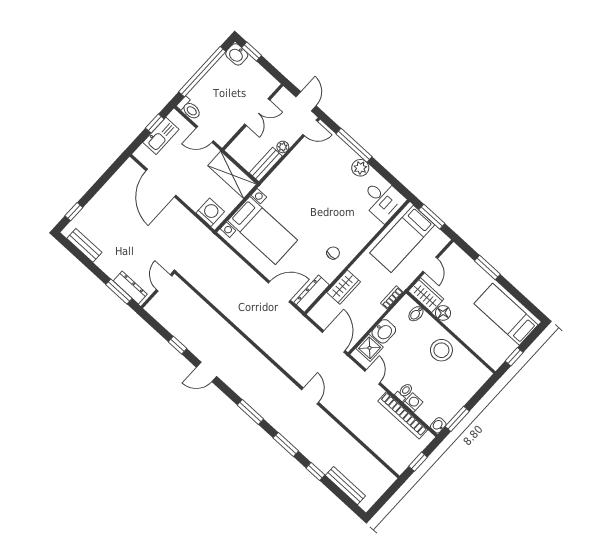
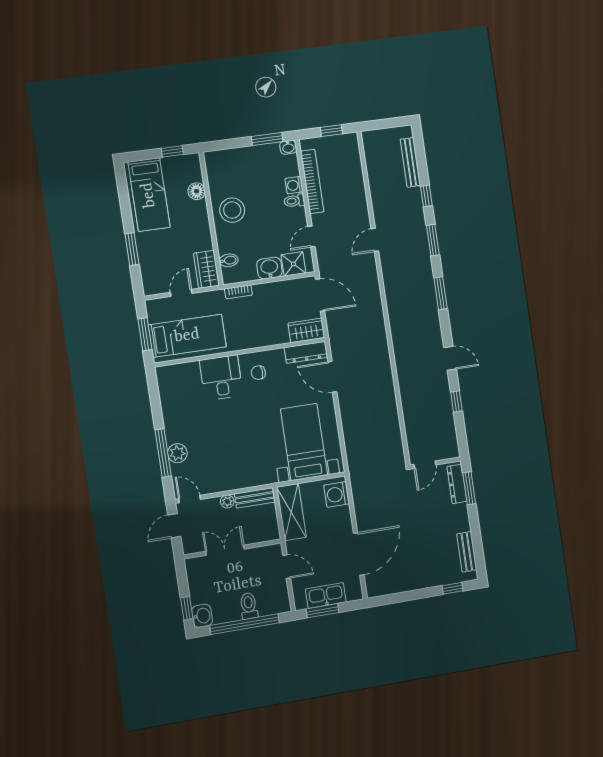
toilet: (189, 109) -> (249, 606), moved
window: (155, 123) -> (322, 611), width x1.50
plant: (360, 168) -> (177, 453), moved
desk: (383, 200) -> (221, 378), moved
wardrobe: (344, 287) -> (306, 330), moved
floor lamp: (443, 313) -> (197, 191), moved
door: (334, 341) -> (320, 295), swing flipped
door: (310, 396) -> (375, 240), moved

